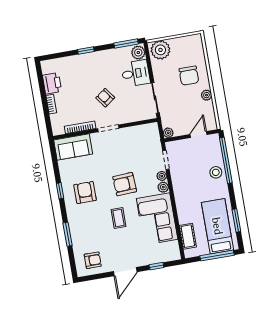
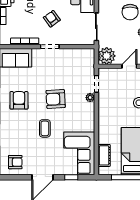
plant: (168, 133) -> (107, 56), width x1.87, depth x1.87
plant: (163, 187) -> (90, 108), removed
corner sofa: (157, 219) -> (79, 153), moved

